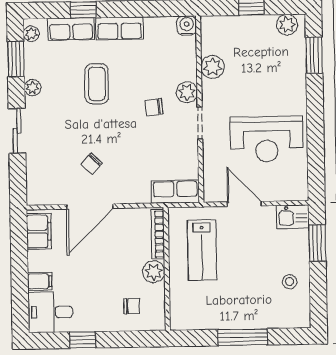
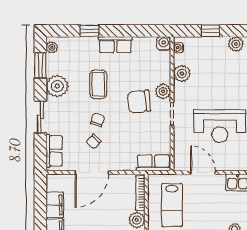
row of seats: (71, 29) -> (54, 151), moved, turned -90
water cooler: (207, 31) -> (178, 48), added
plant: (33, 88) -> (57, 86), width x1.87, depth x1.87
chair: (154, 107) -> (139, 102), width x1.87, depth x1.87
chair: (97, 133) -> (98, 120), added
filing cabinet: (39, 231) -> (55, 205), moved

